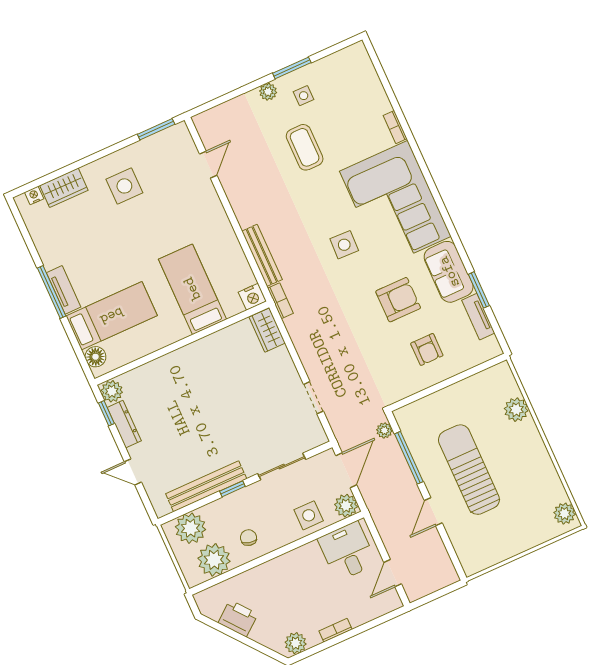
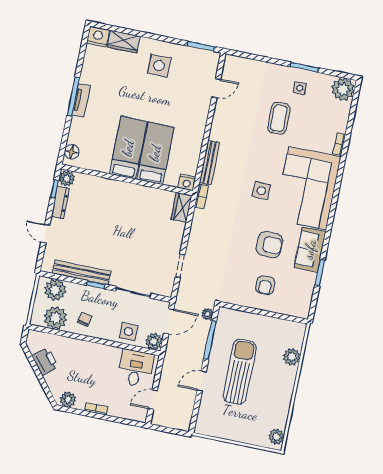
plant: (268, 92) -> (343, 89), moved, width x1.88, depth x1.88
nightstand: (34, 195) -> (98, 37), width x1.89, depth x1.79
bed: (112, 316) -> (128, 148), moved, turned -90
tv unit: (478, 317) -> (308, 288), removed

